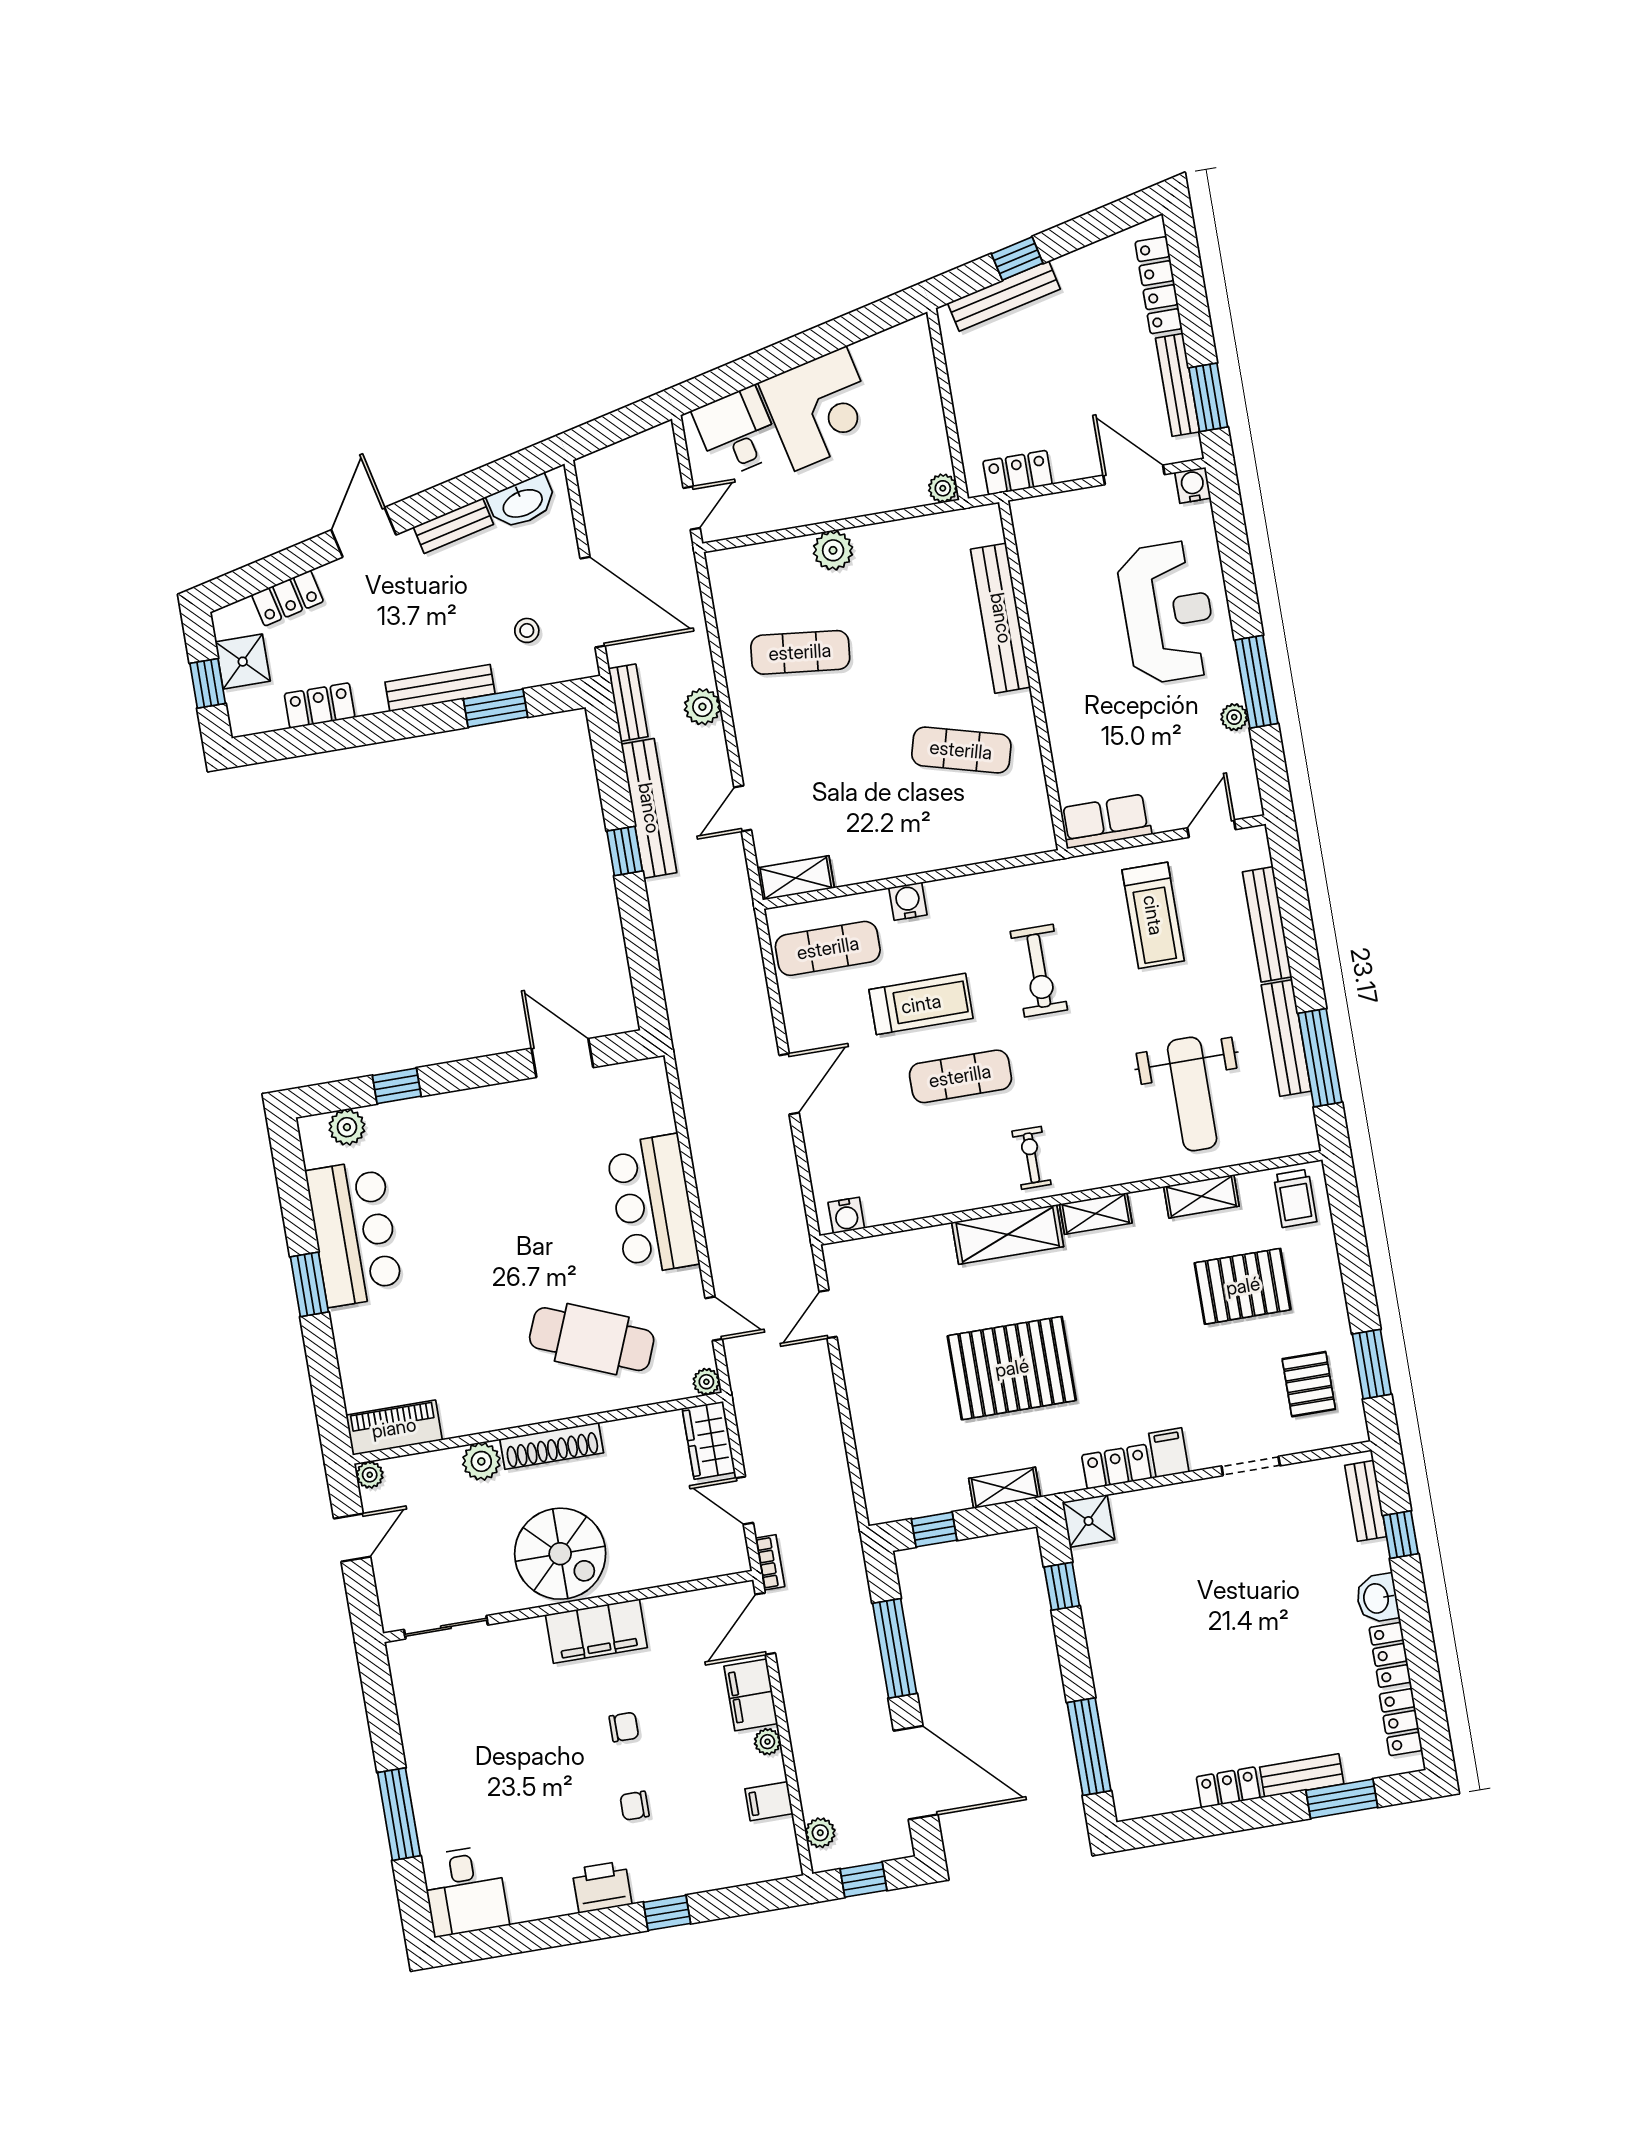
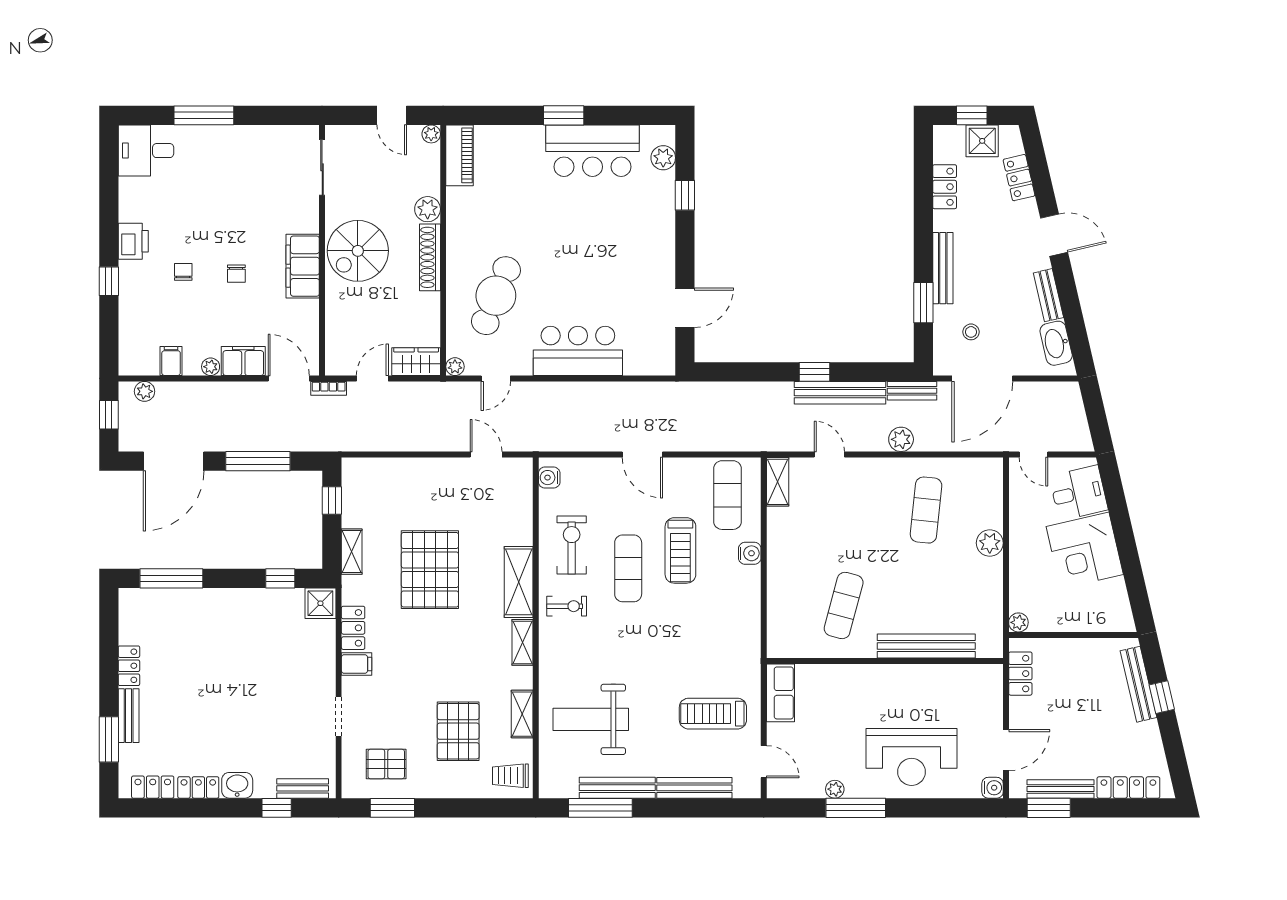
exercise bike: (1039, 971) -> (572, 545), moved, turned 90

